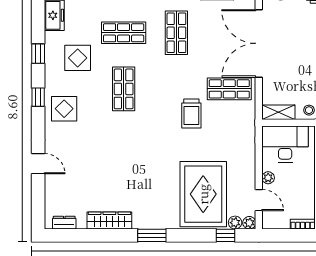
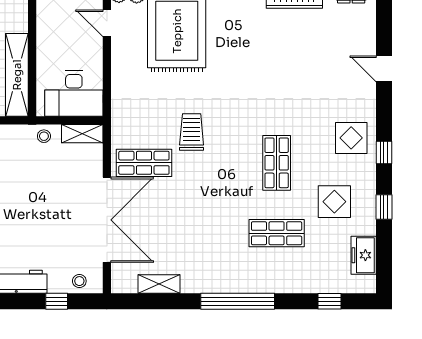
shop shelf: (176, 33) -> (210, 233), removed
plant: (268, 178) -> (95, 51), removed

